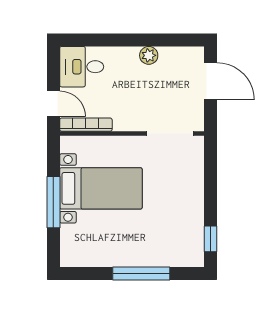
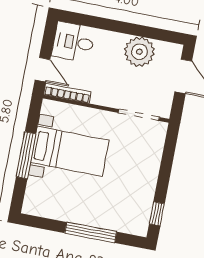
plant: (149, 55) -> (139, 52), width x1.88, depth x1.88

